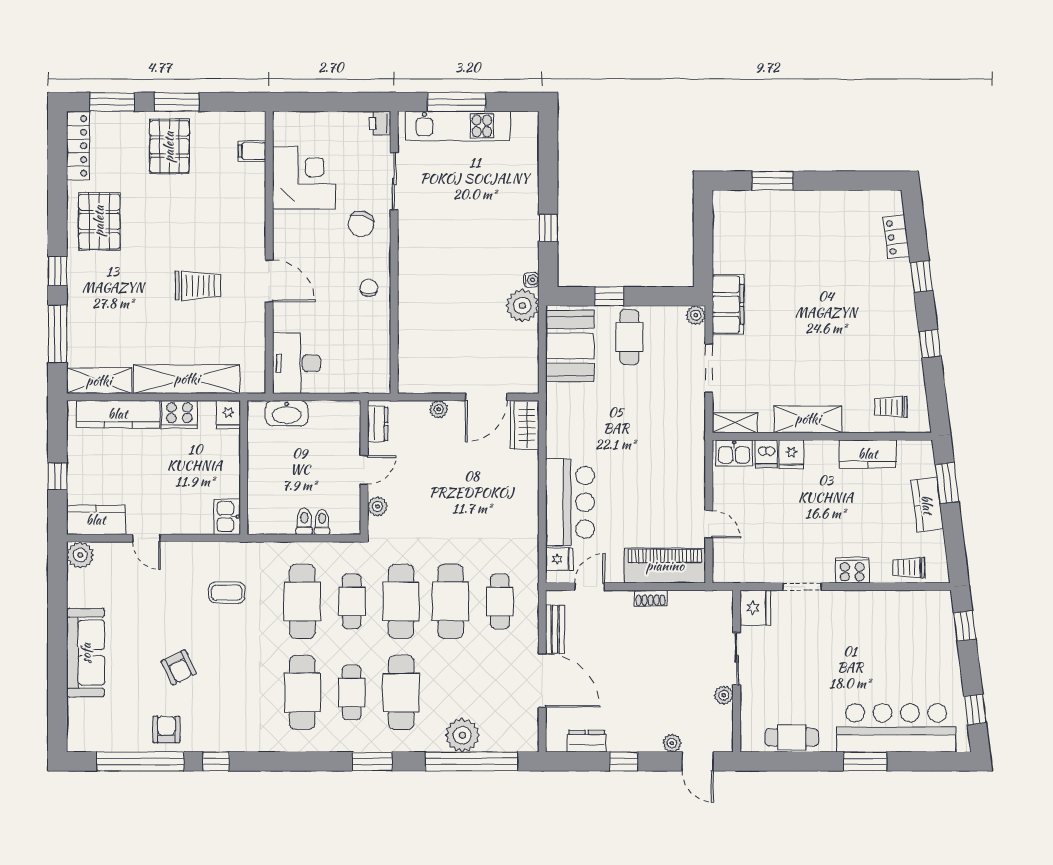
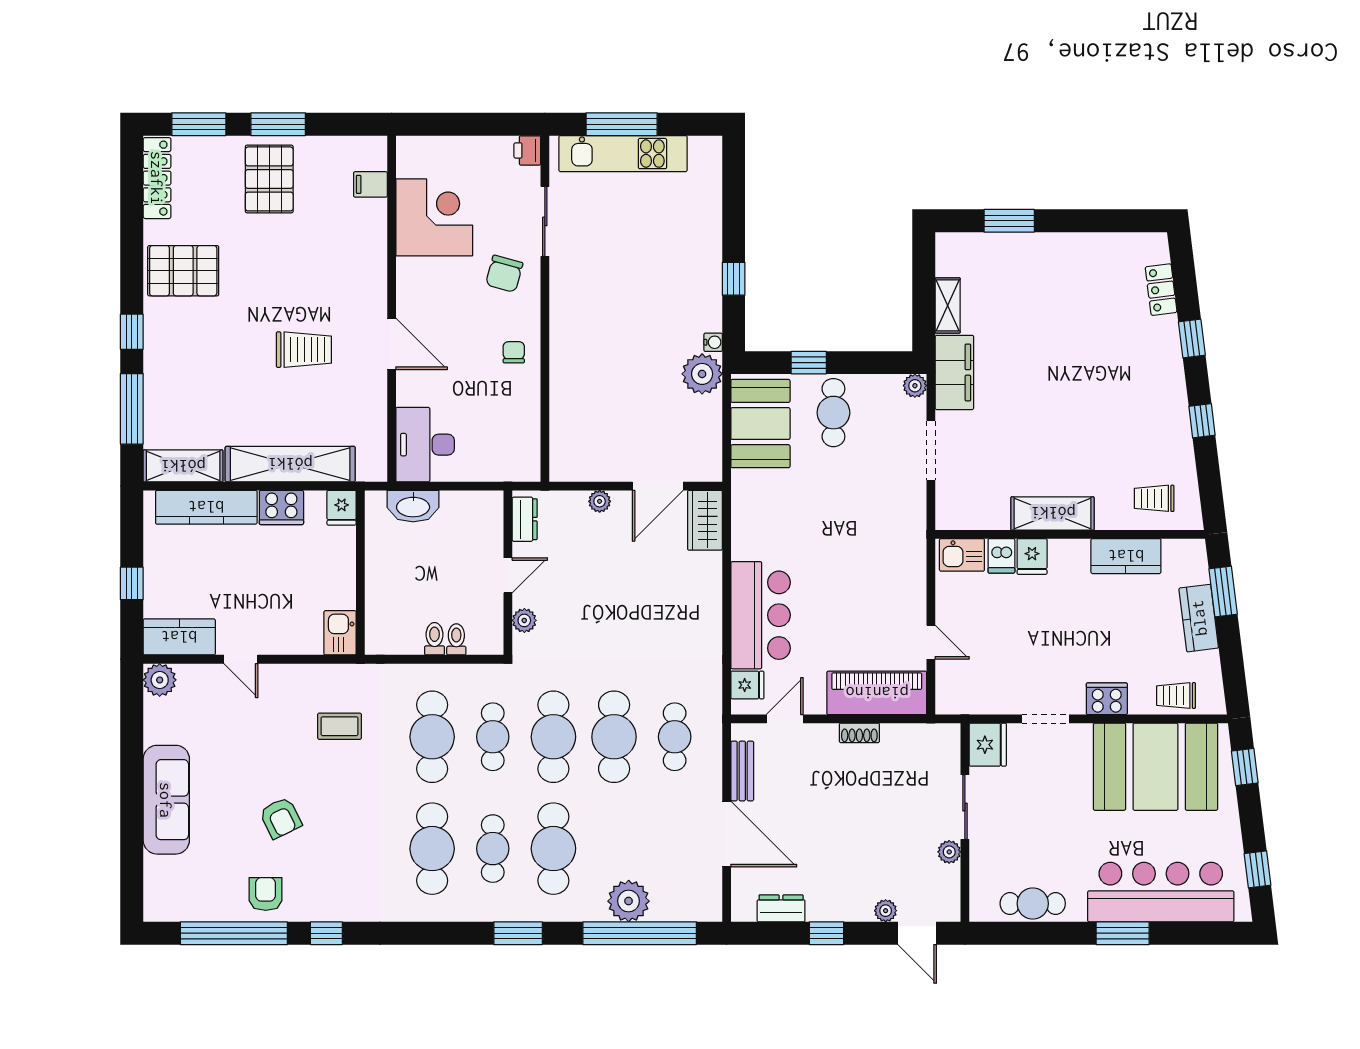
pallet: (99, 221) -> (183, 271), turned 90
shelving: (735, 423) -> (948, 305), moved, turned 90
booth: (892, 626) -> (1155, 767), added

